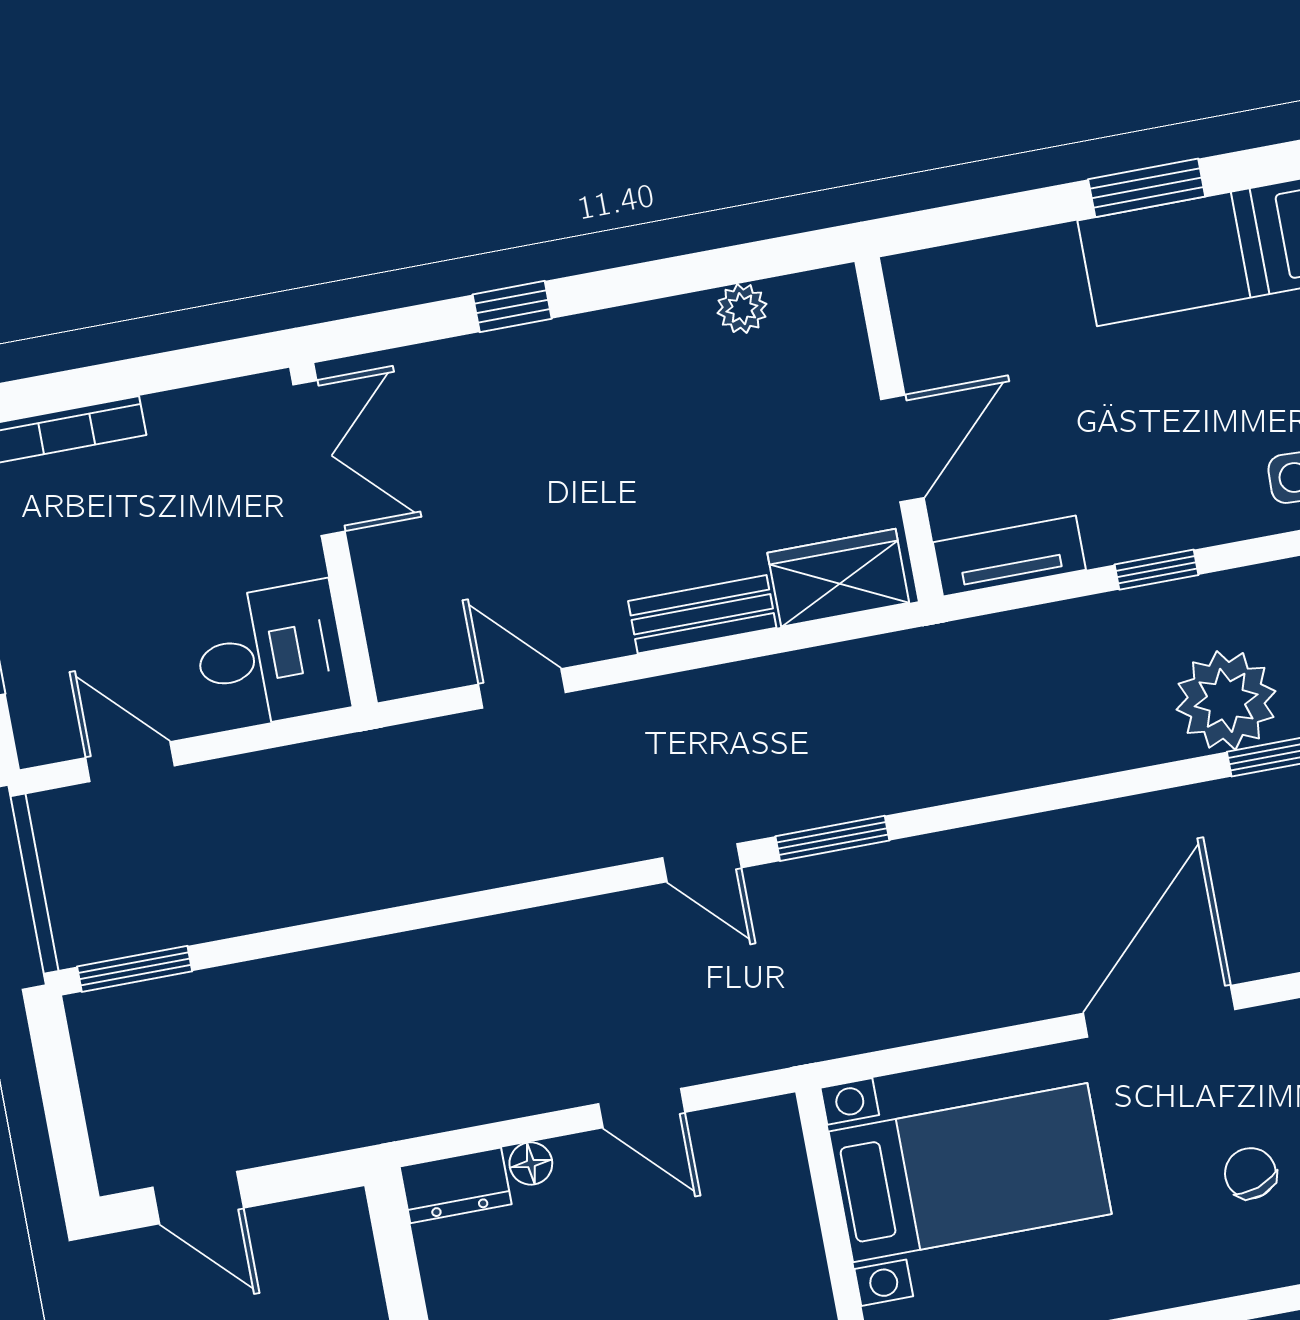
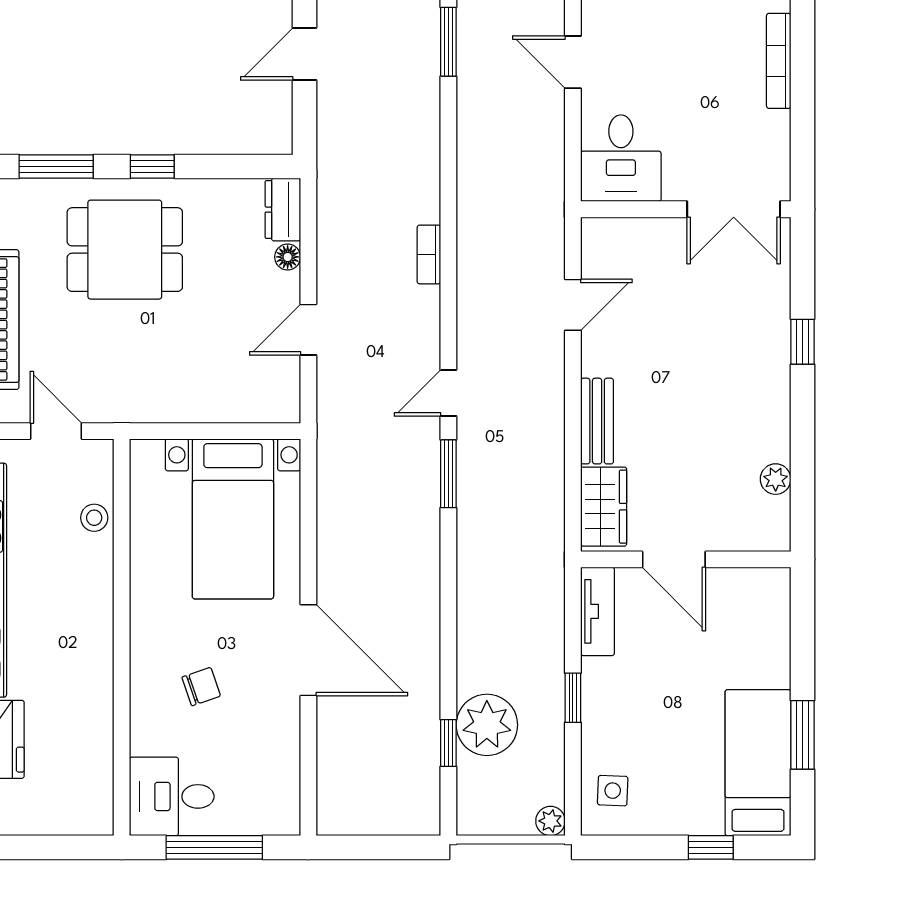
door: (130, 762) -> (573, 62), swing flipped
bookcase: (484, 936) -> (429, 254), added

